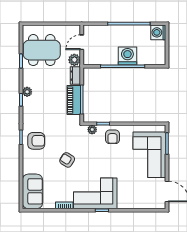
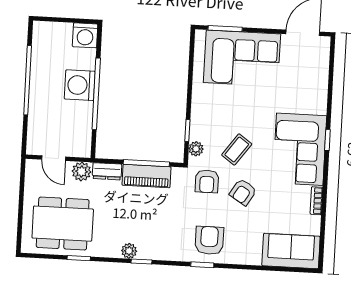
washing machine: (158, 32) -> (85, 35), moved
dining table: (42, 50) -> (63, 224), turned 90
armchair: (112, 137) -> (207, 181), moved, turned 90
coffee table: (93, 155) -> (237, 149), added

